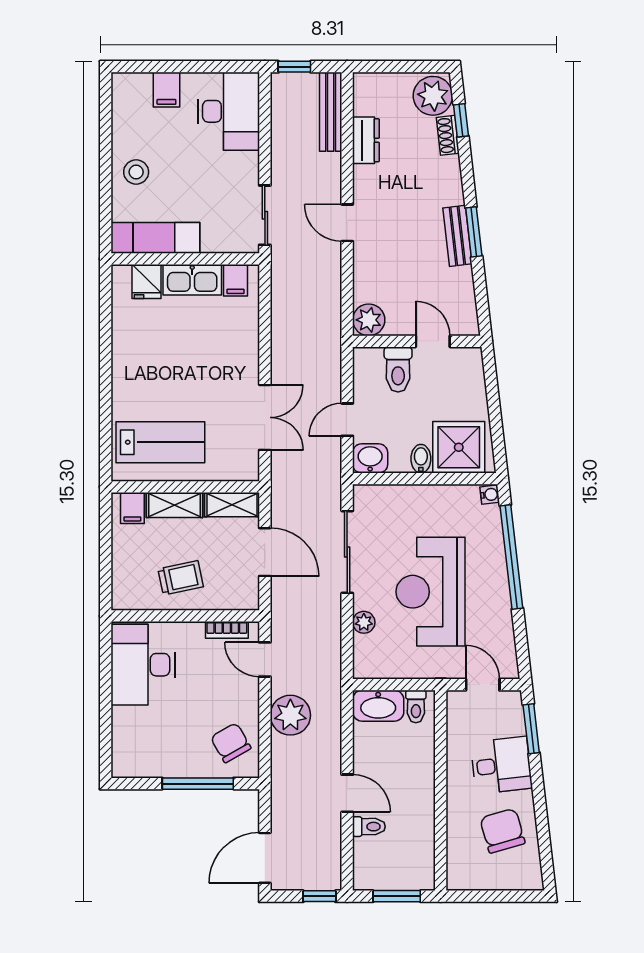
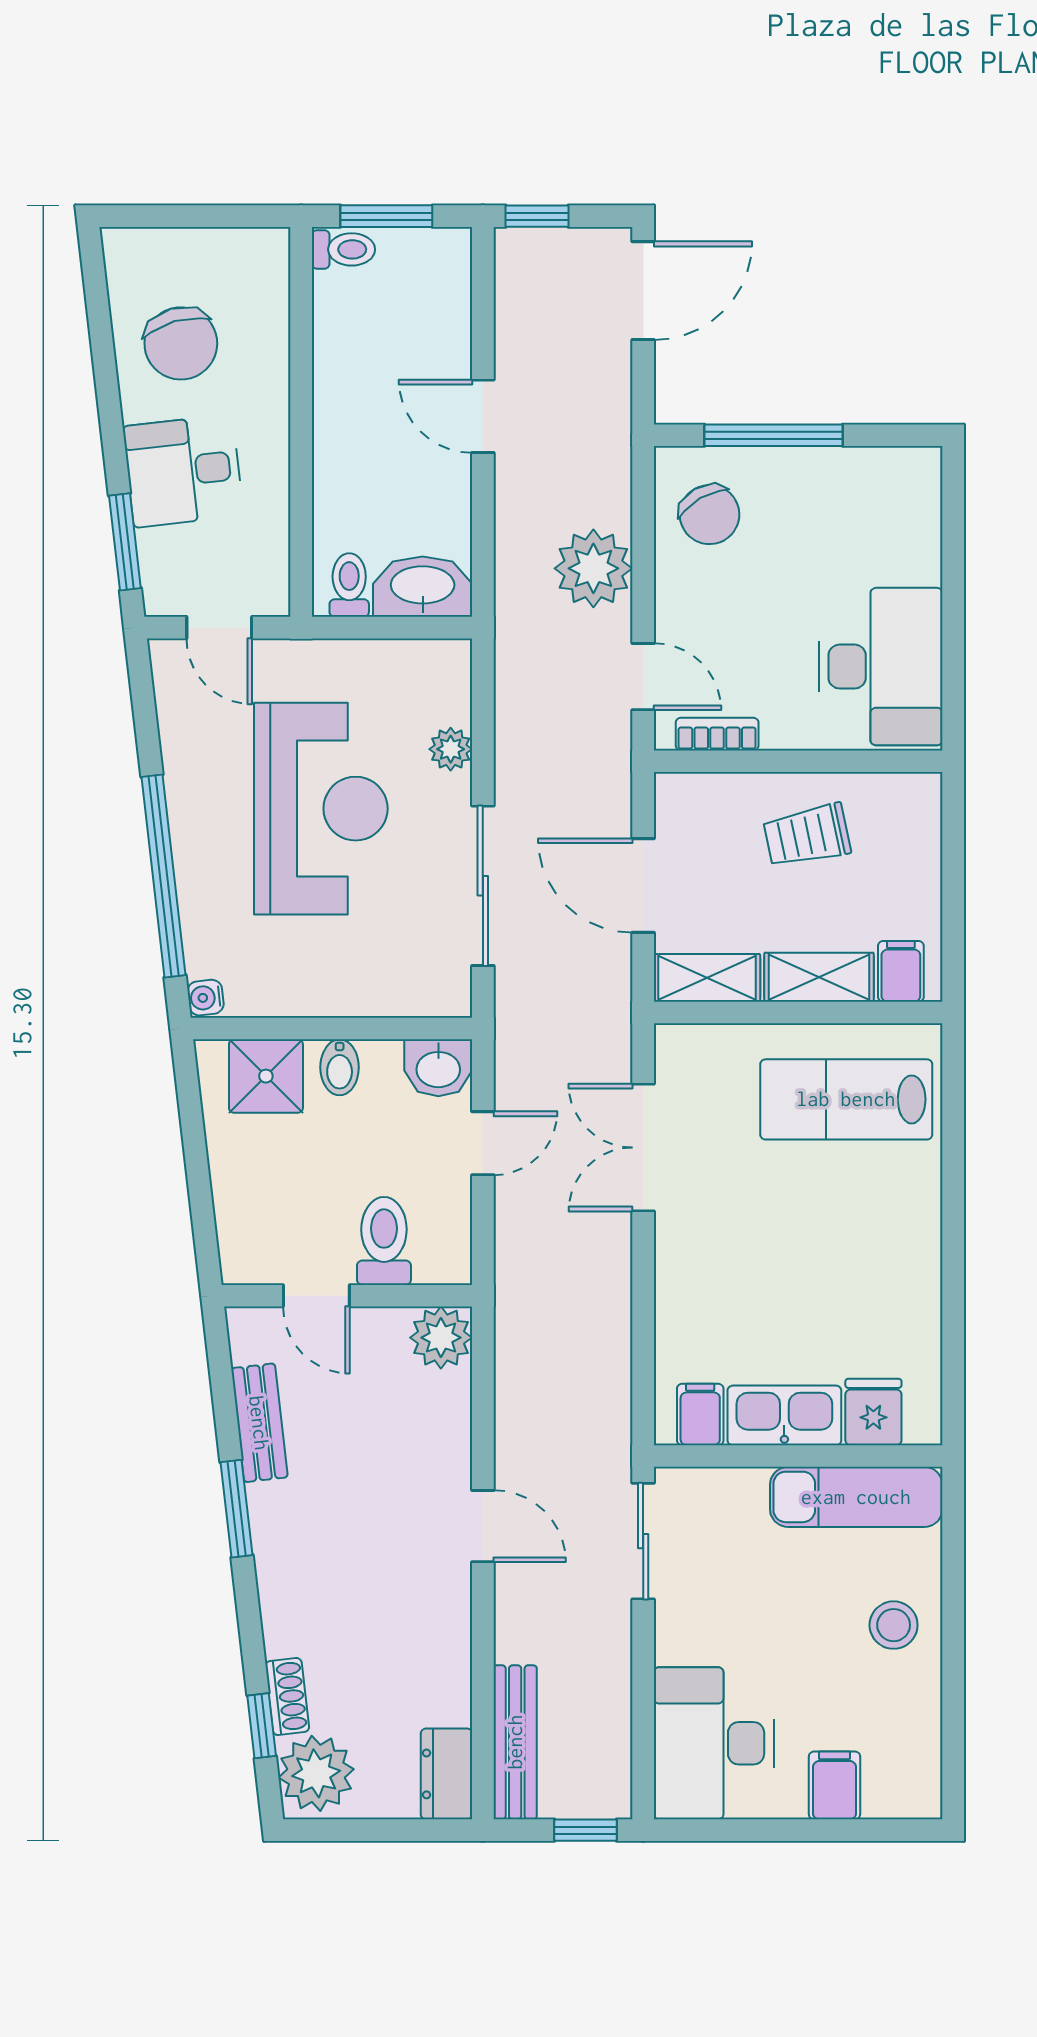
dresser: (366, 140) -> (447, 1774), moved
bench: (457, 236) -> (259, 1423), moved
shower: (459, 447) -> (266, 1076), width x0.73, depth x0.73
toilet: (369, 827) -> (343, 249), moved, turned 180

